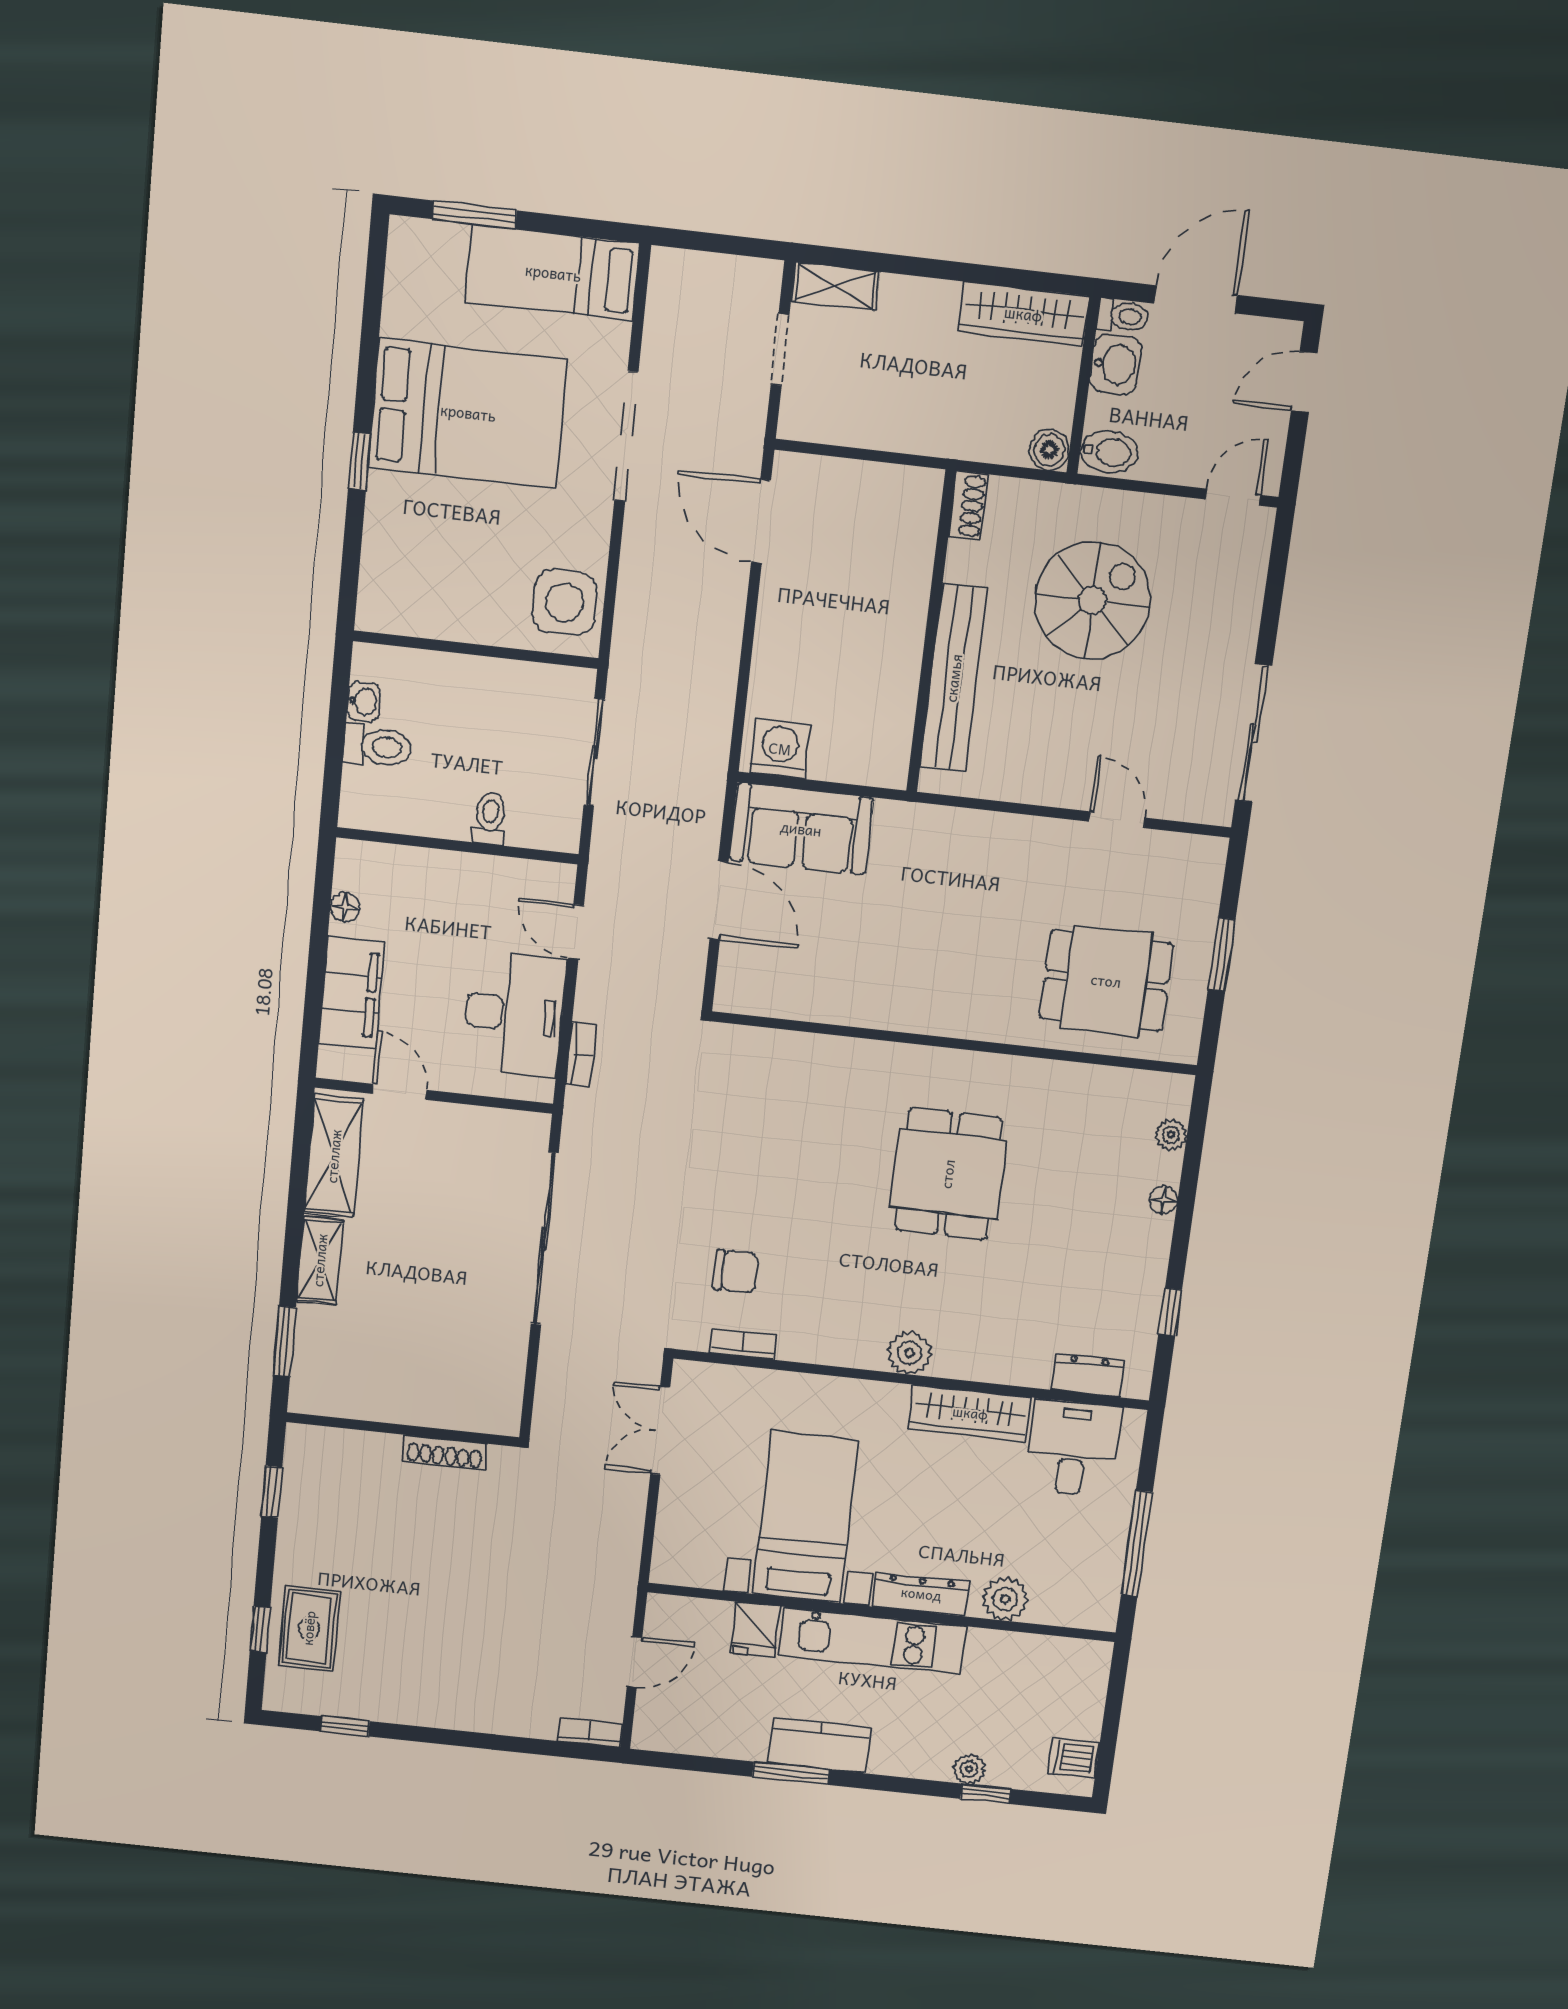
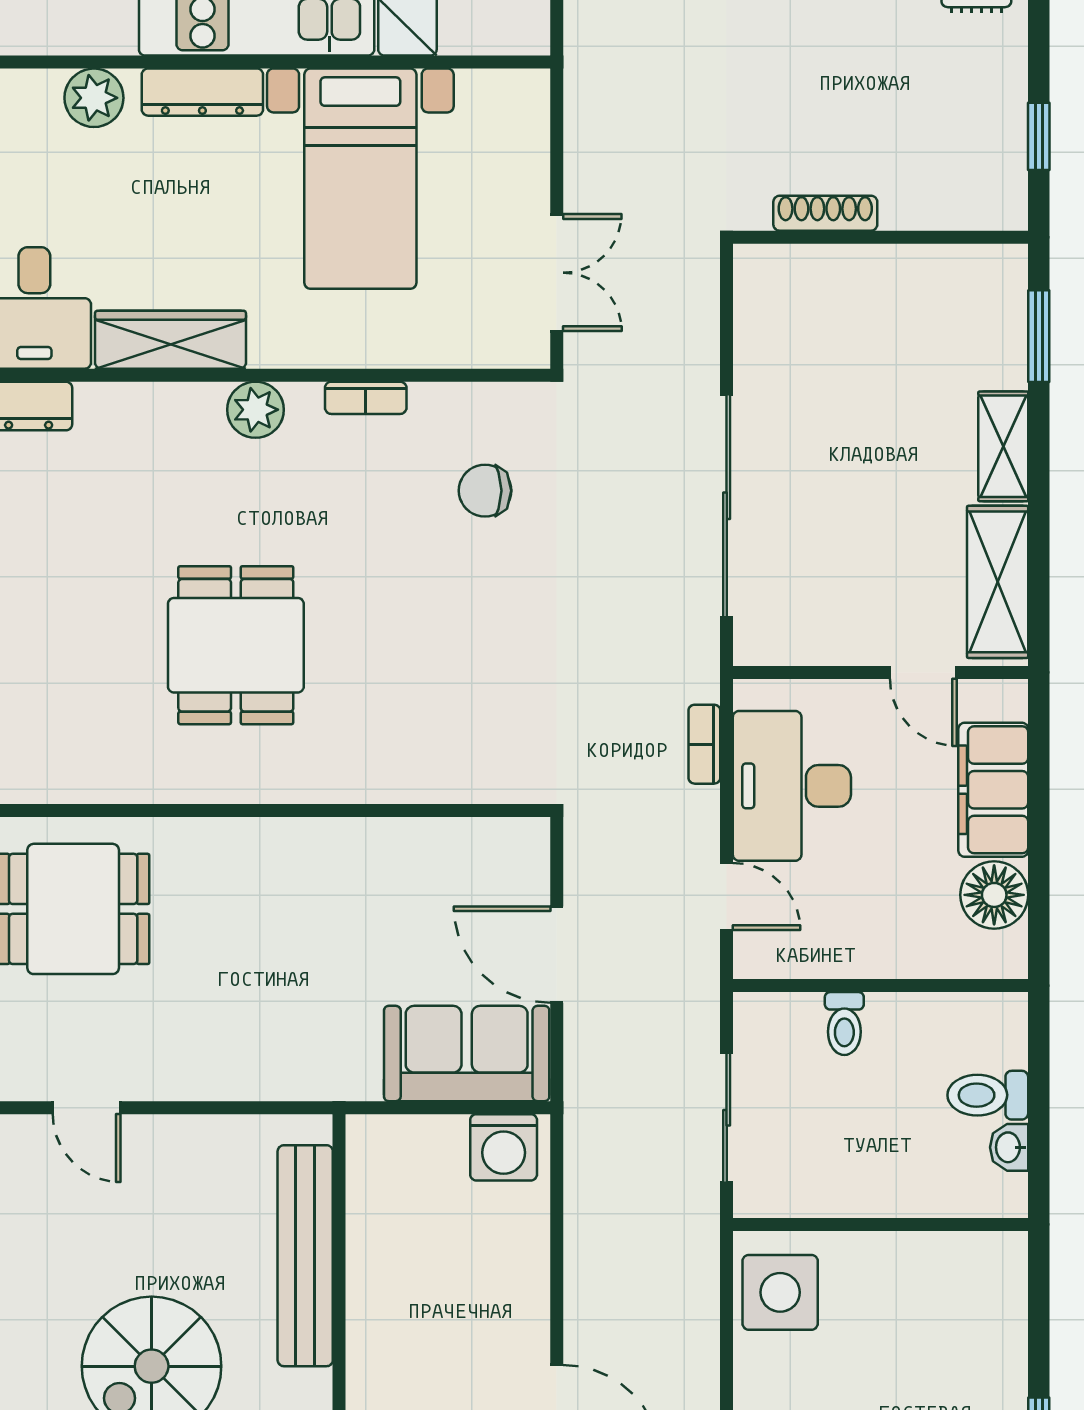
floor lamp: (345, 907) -> (994, 895), width x1.89, depth x1.89
bookcase: (743, 1344) -> (366, 398), moved

